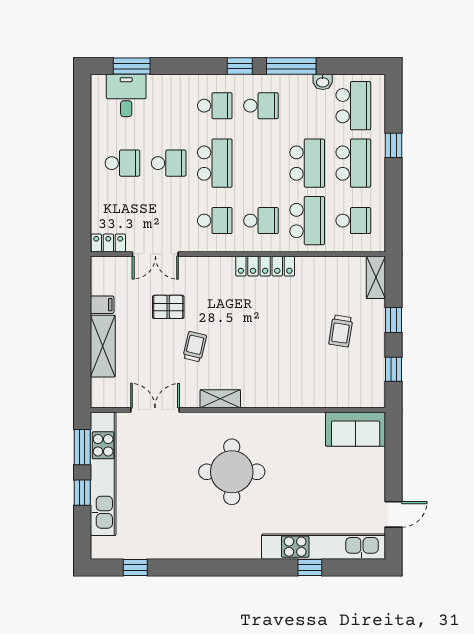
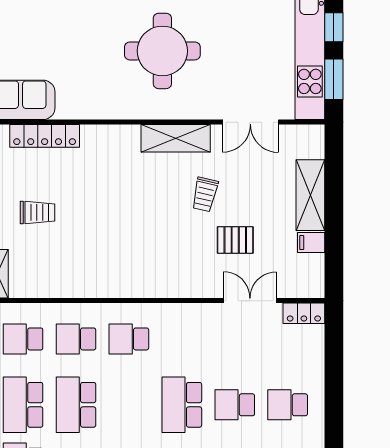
school desk: (215, 221) -> (182, 339), removed
school desk: (307, 221) -> (76, 339), width x0.54
locker: (265, 266) -> (45, 136), moved, turned 180
trolley: (341, 331) -> (37, 212), turned 81
shelving: (220, 399) -> (176, 138), width x1.50, depth x1.33

